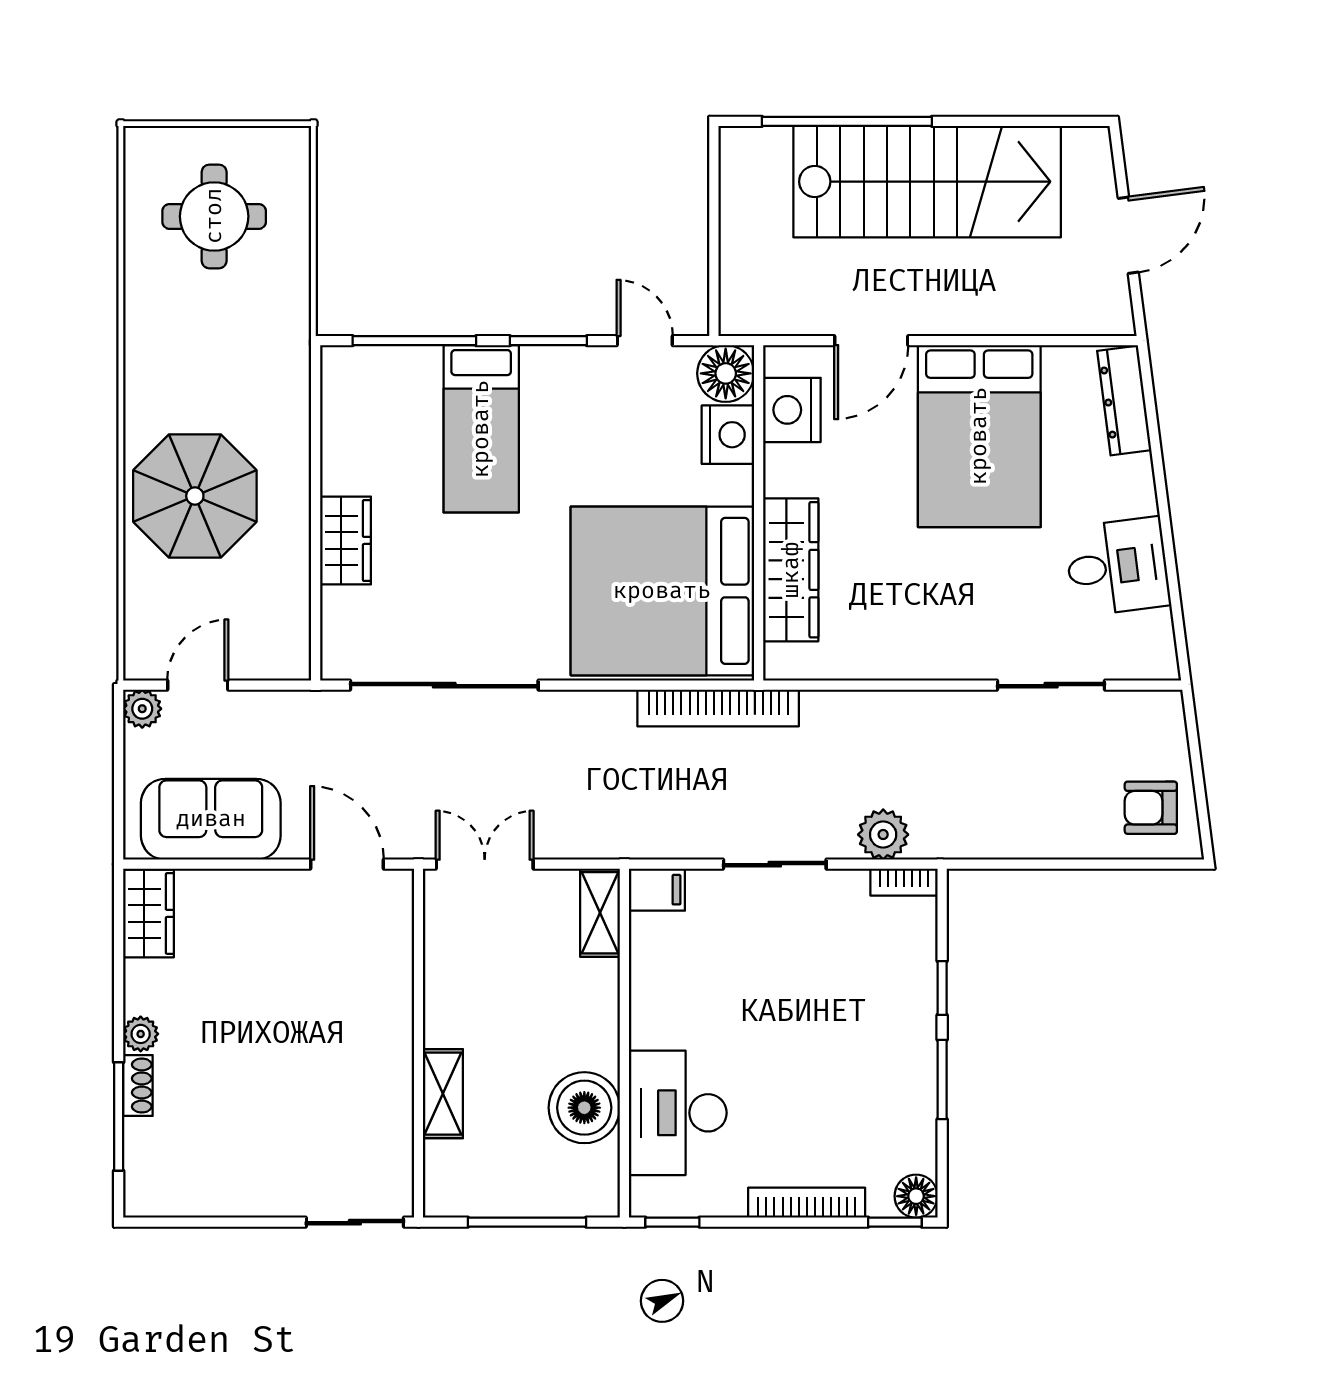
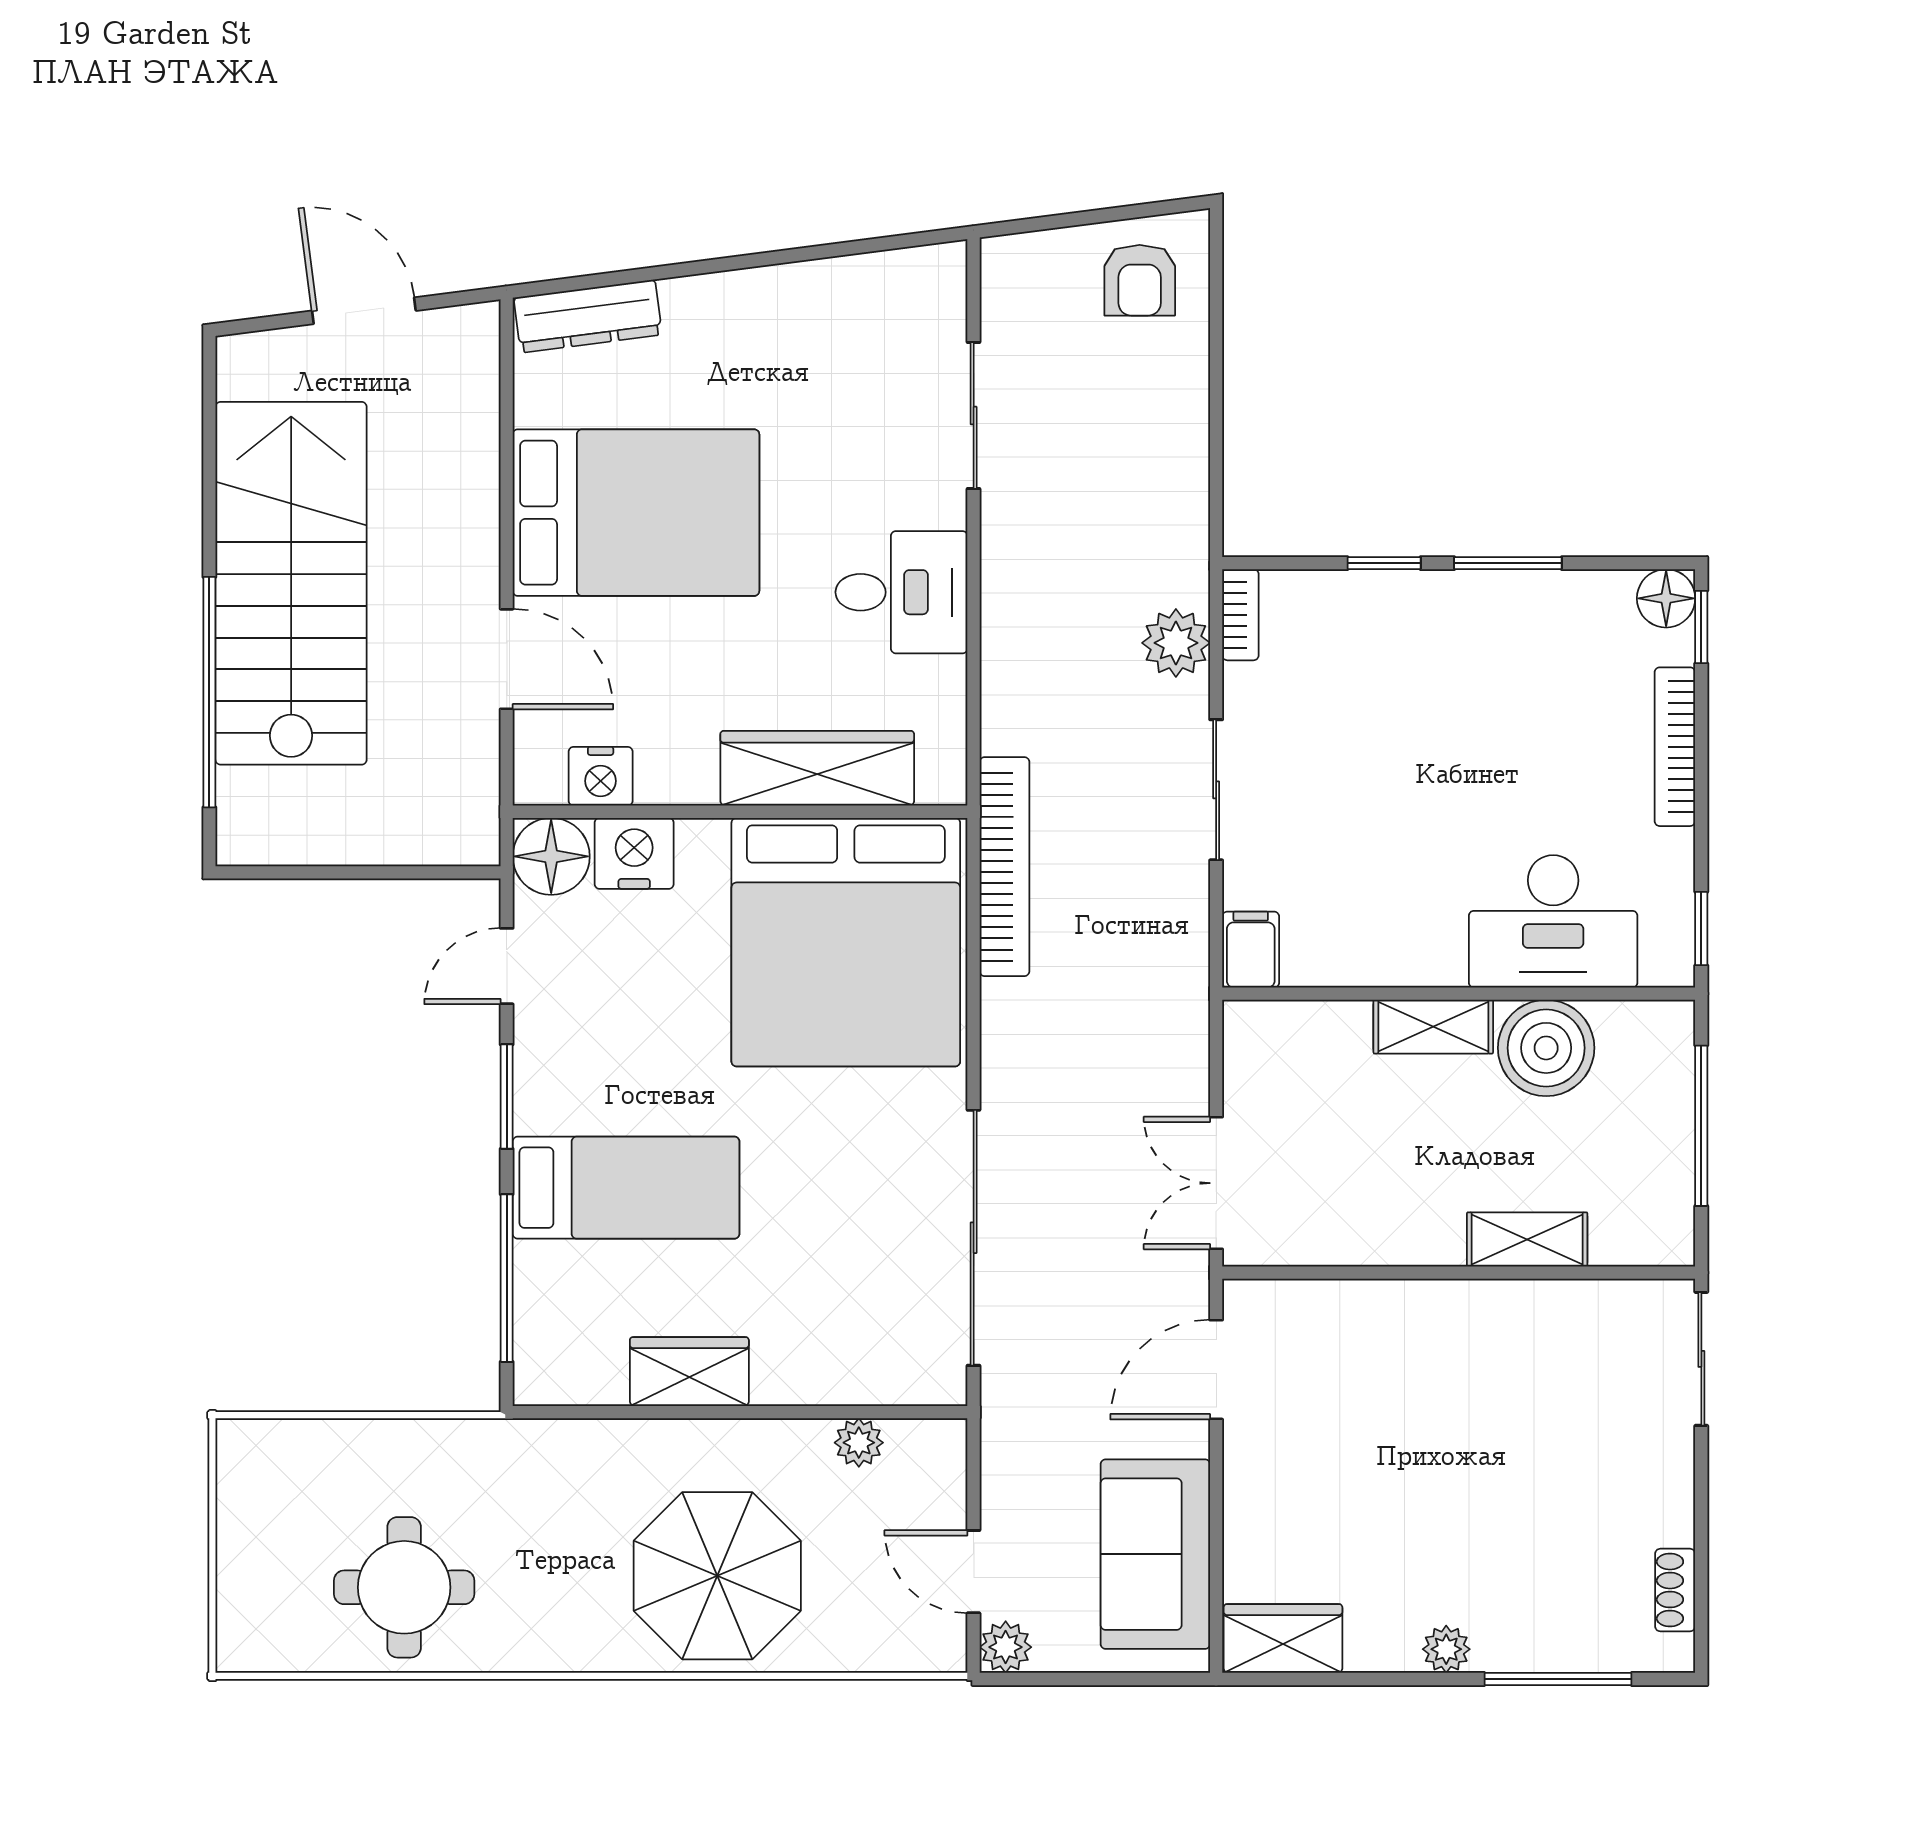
round table: (214, 216) -> (404, 1587), moved
nightstand: (792, 410) -> (601, 776), width x0.74, depth x0.75
wardrobe: (346, 540) -> (689, 1372), moved
desk: (1117, 567) -> (901, 592), moved, turned 97
plant: (293, 600) -> (859, 1443), added
shelving: (600, 913) -> (1433, 1027), moved
shoe rack: (138, 1085) -> (1675, 1590), moved, turned -90

